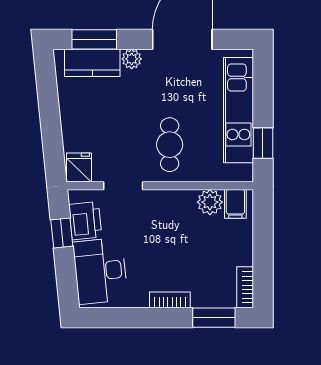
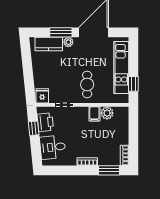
window: (94, 39) -> (61, 32), moved
filing cabinet: (235, 204) -> (94, 114), moved
desk: (100, 271) -> (53, 147), width x0.73

